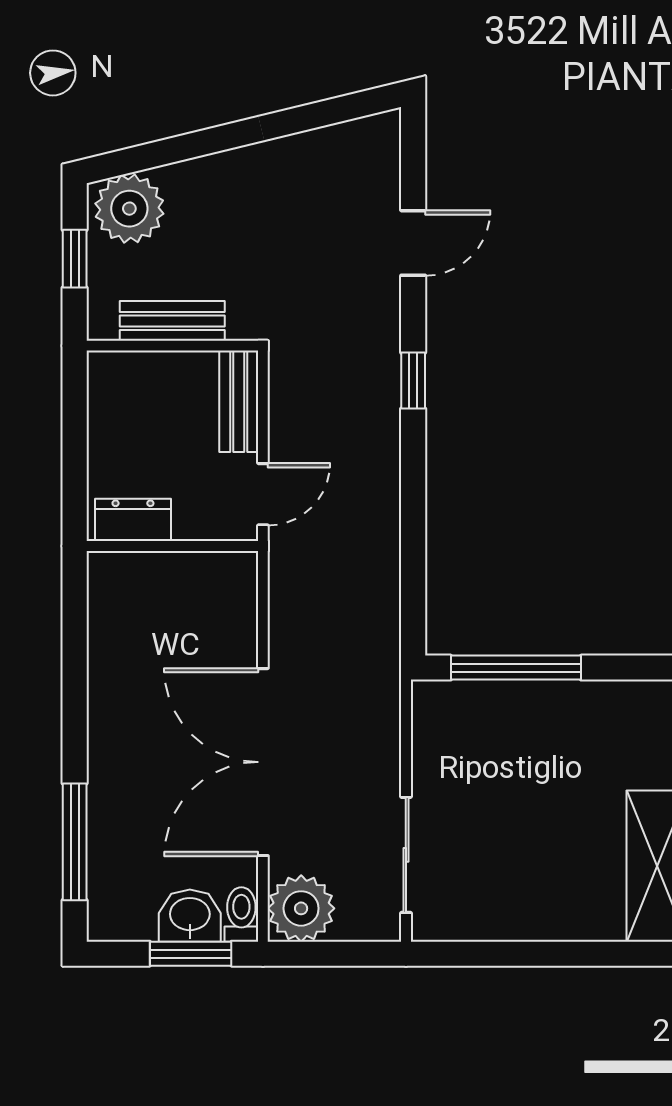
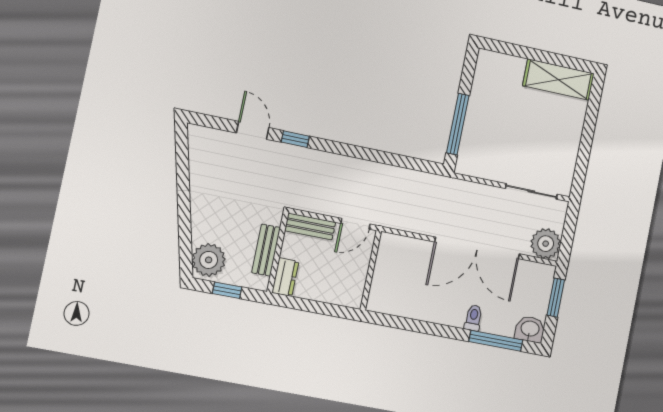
window: (413, 381) -> (295, 139), moved
door: (263, 494) -> (355, 224), swing flipped
dresser: (133, 520) -> (285, 277), moved, turned 180
toilet: (241, 914) -> (473, 318), moved, turned 90
washbasin: (190, 916) -> (530, 329), moved, turned 90

